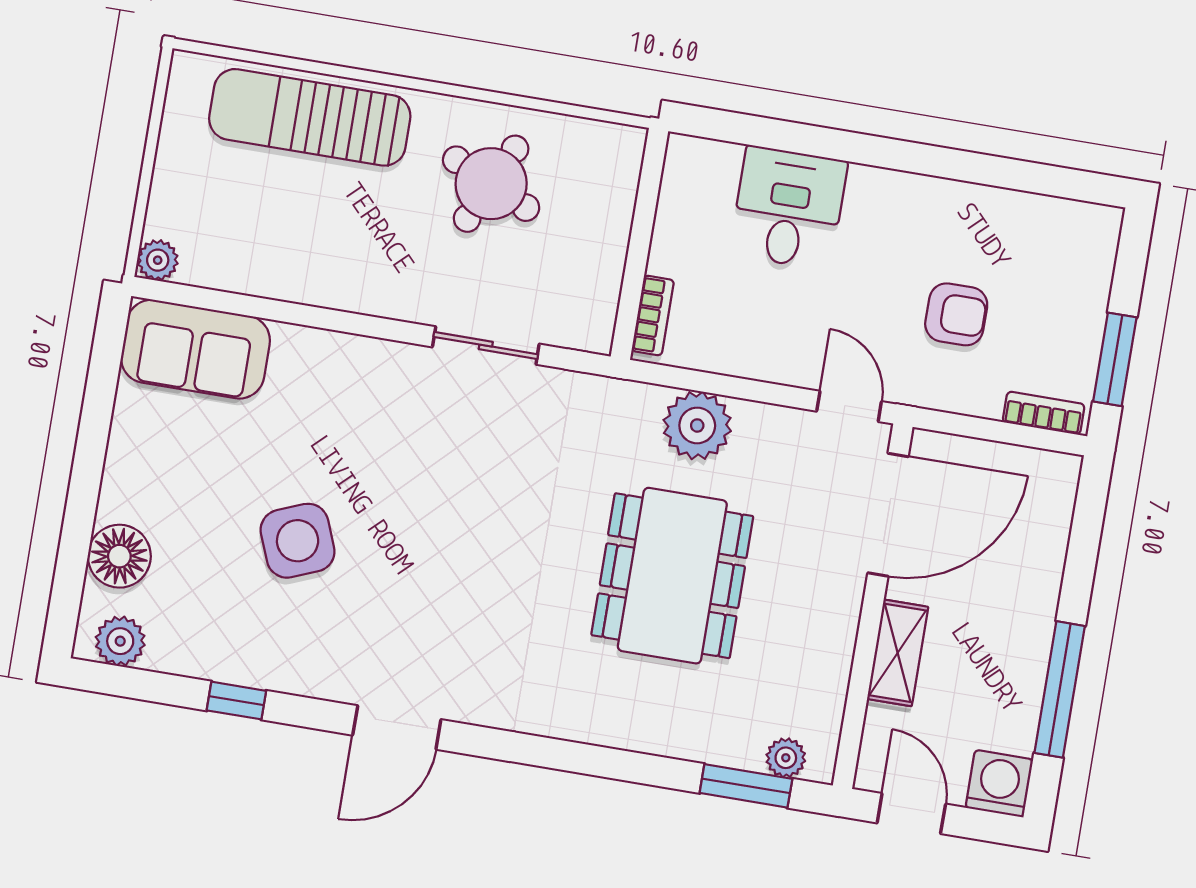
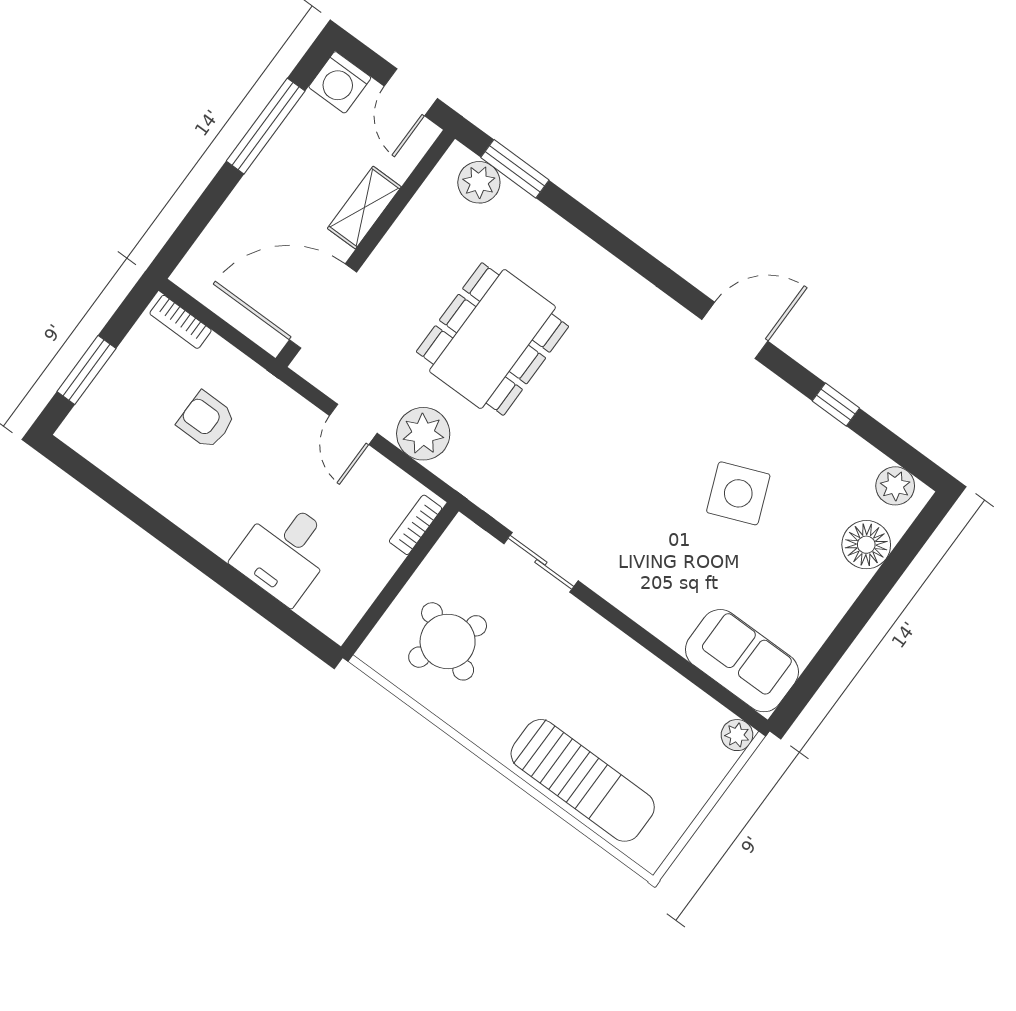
round table: (491, 184) -> (448, 641), moved
window: (1115, 359) -> (86, 370), moved
door: (849, 406) -> (353, 424), moved
plant: (786, 758) -> (479, 182), width x1.38, depth x1.38

